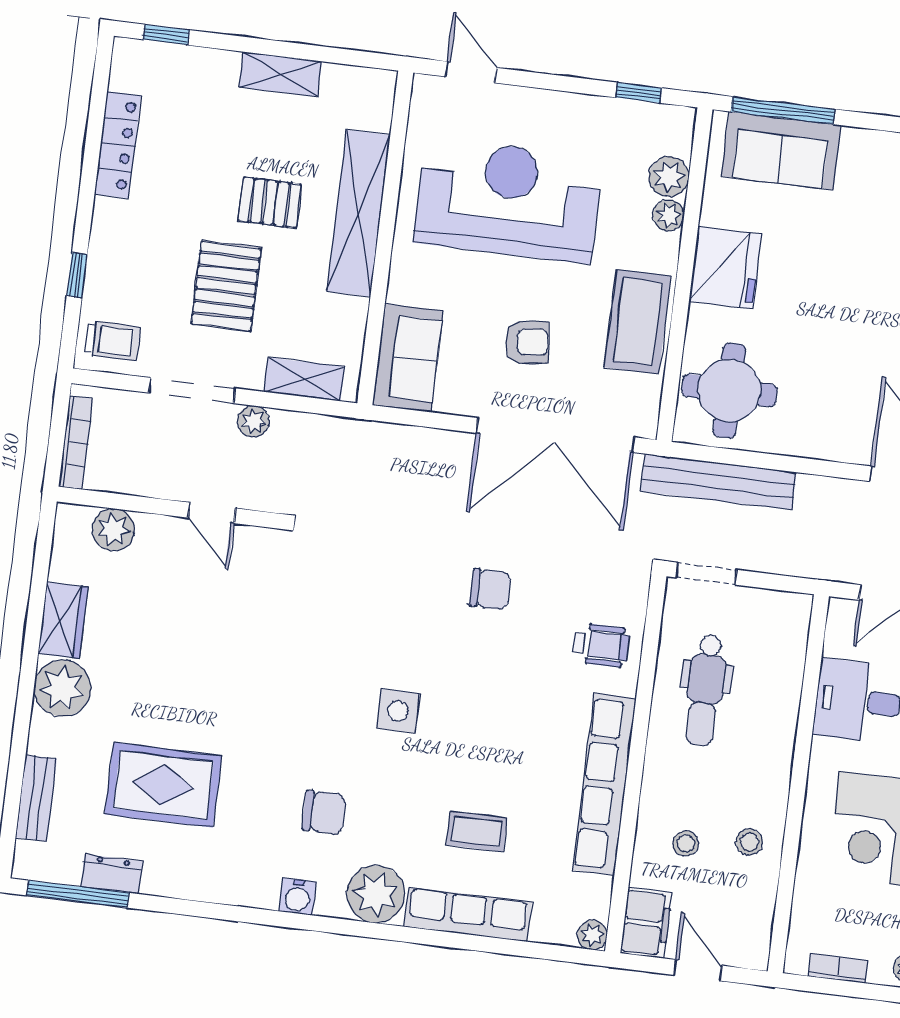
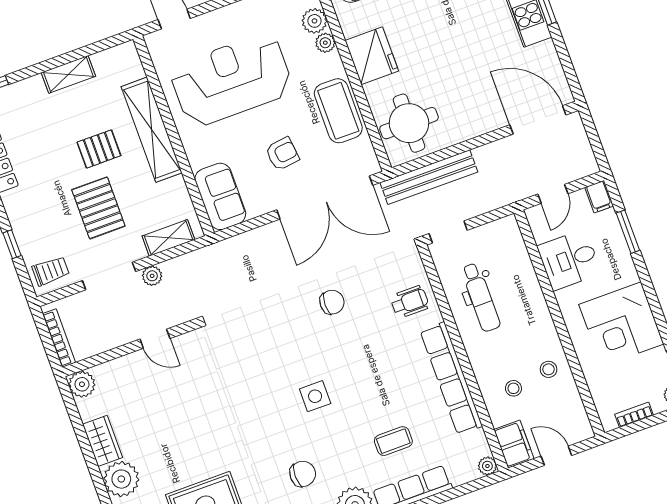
plant: (113, 530) -> (82, 384), moved

